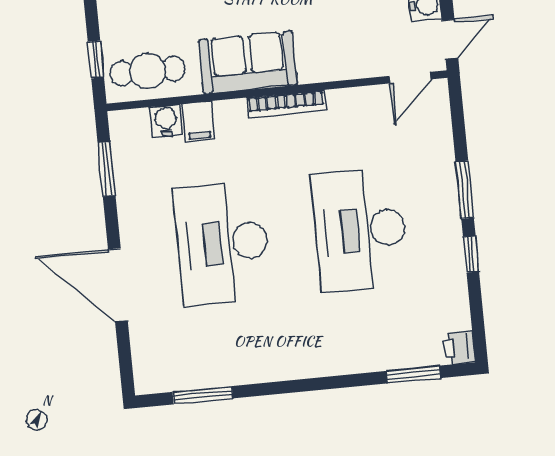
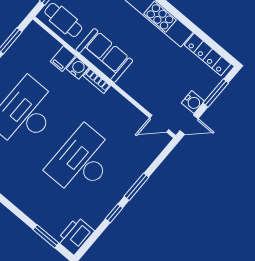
bookcase: (286, 104) -> (97, 81), width x0.64
water cooler: (166, 120) -> (78, 68), moved
printer: (459, 348) -> (76, 236), width x1.87, depth x1.48

